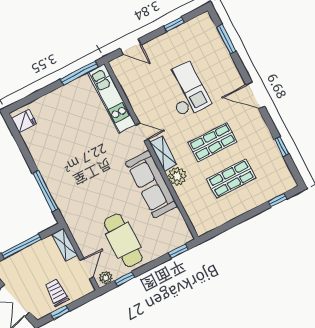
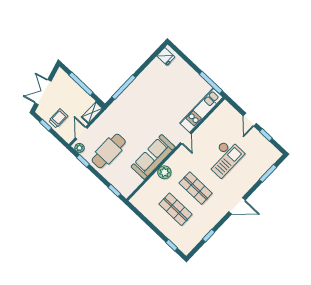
door: (131, 47) -> (250, 120), moved
door: (255, 95) -> (237, 206), swing flipped
shelving: (163, 153) -> (176, 158), removed
door: (87, 269) -> (81, 133), swing flipped

